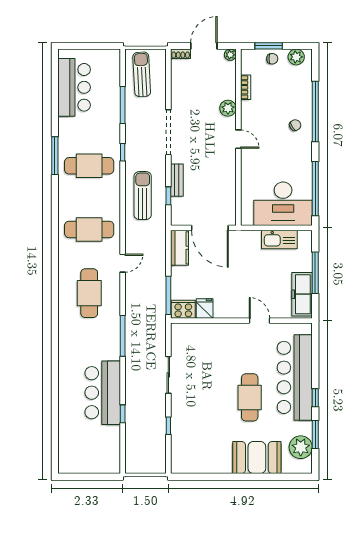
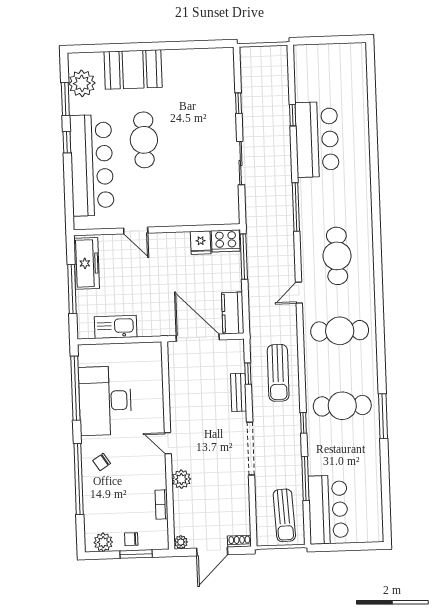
bar counter: (74, 87) -> (328, 510), moved, turned 180
desk: (283, 204) -> (105, 401), moved, turned -90

